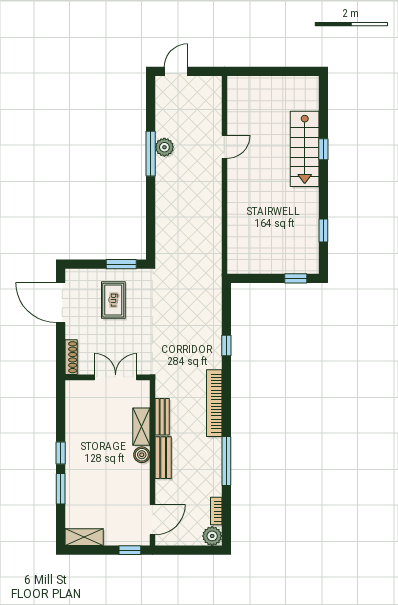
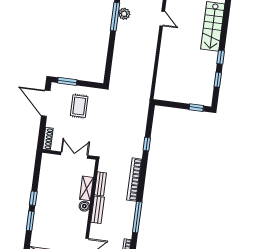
door: (224, 147) -> (162, 19), hinge flipped
window: (323, 149) -> (221, 57), moved
window: (121, 264) -> (67, 81), moved

